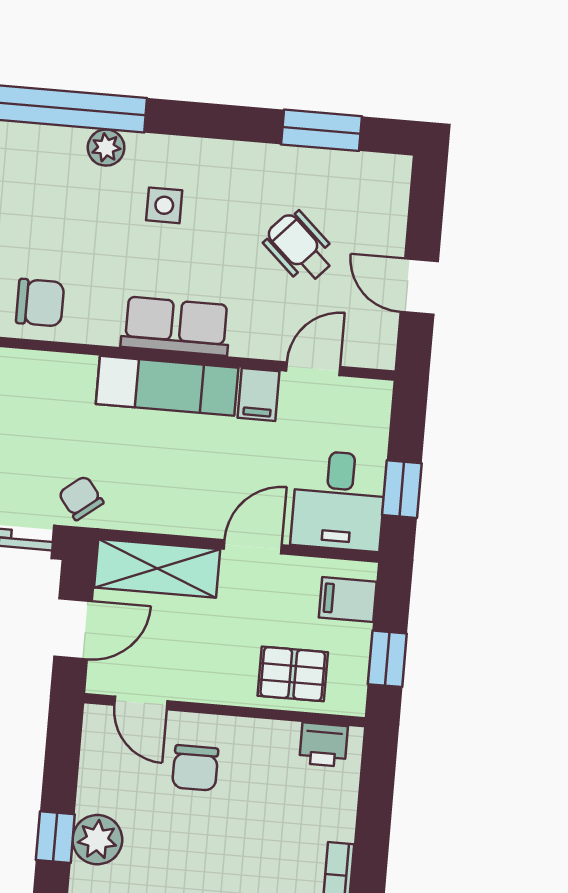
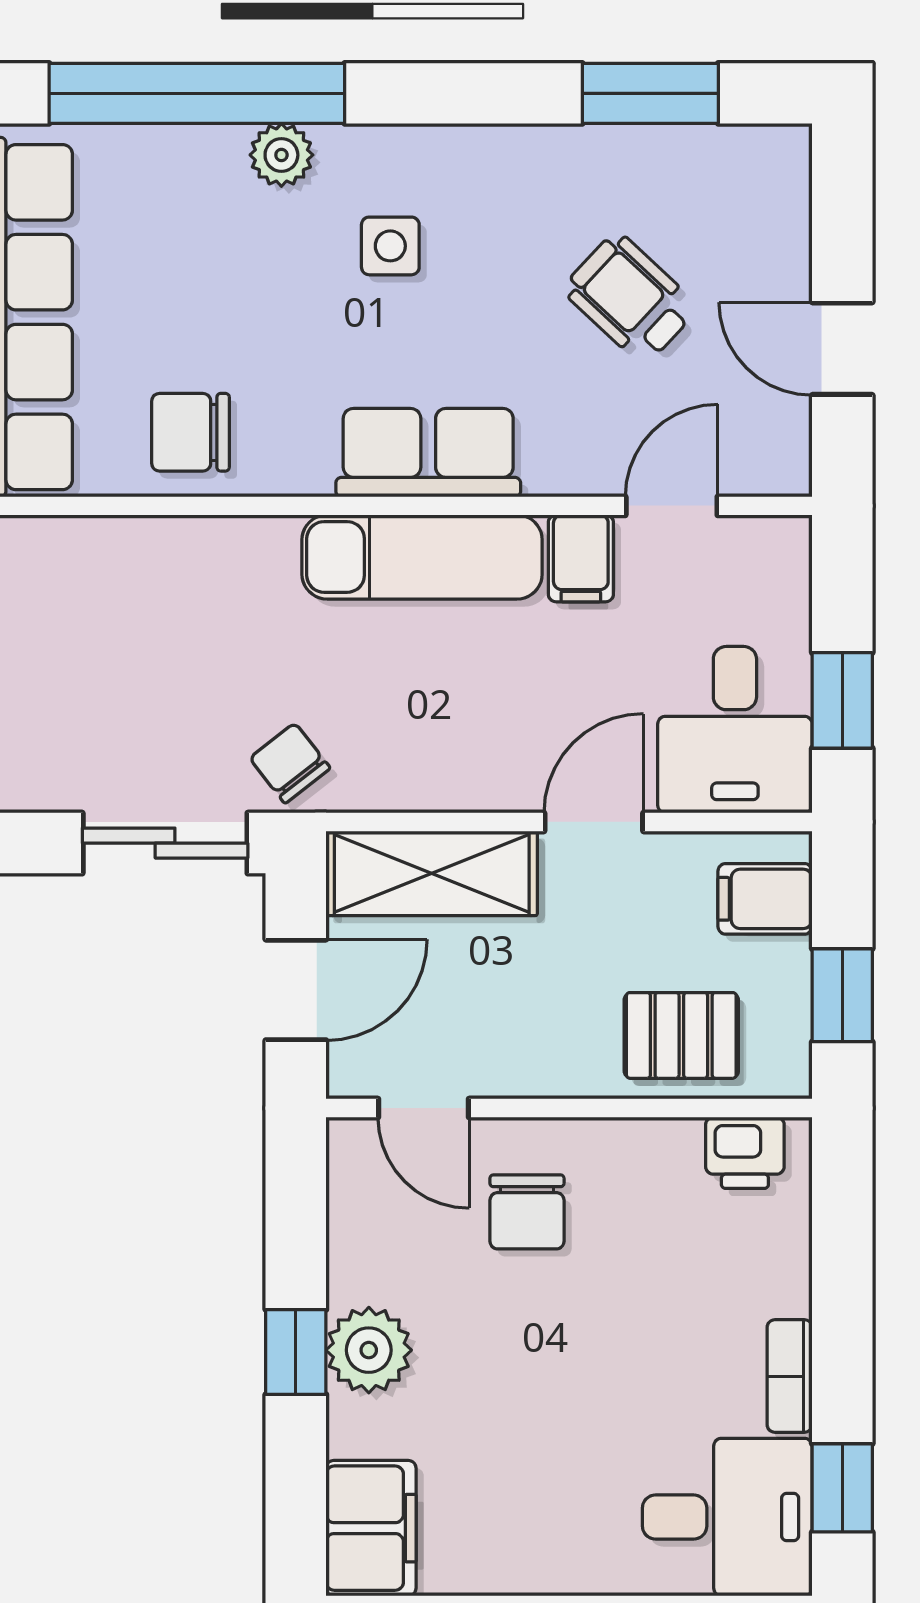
chair: (40, 303) -> (190, 432), turned 180

